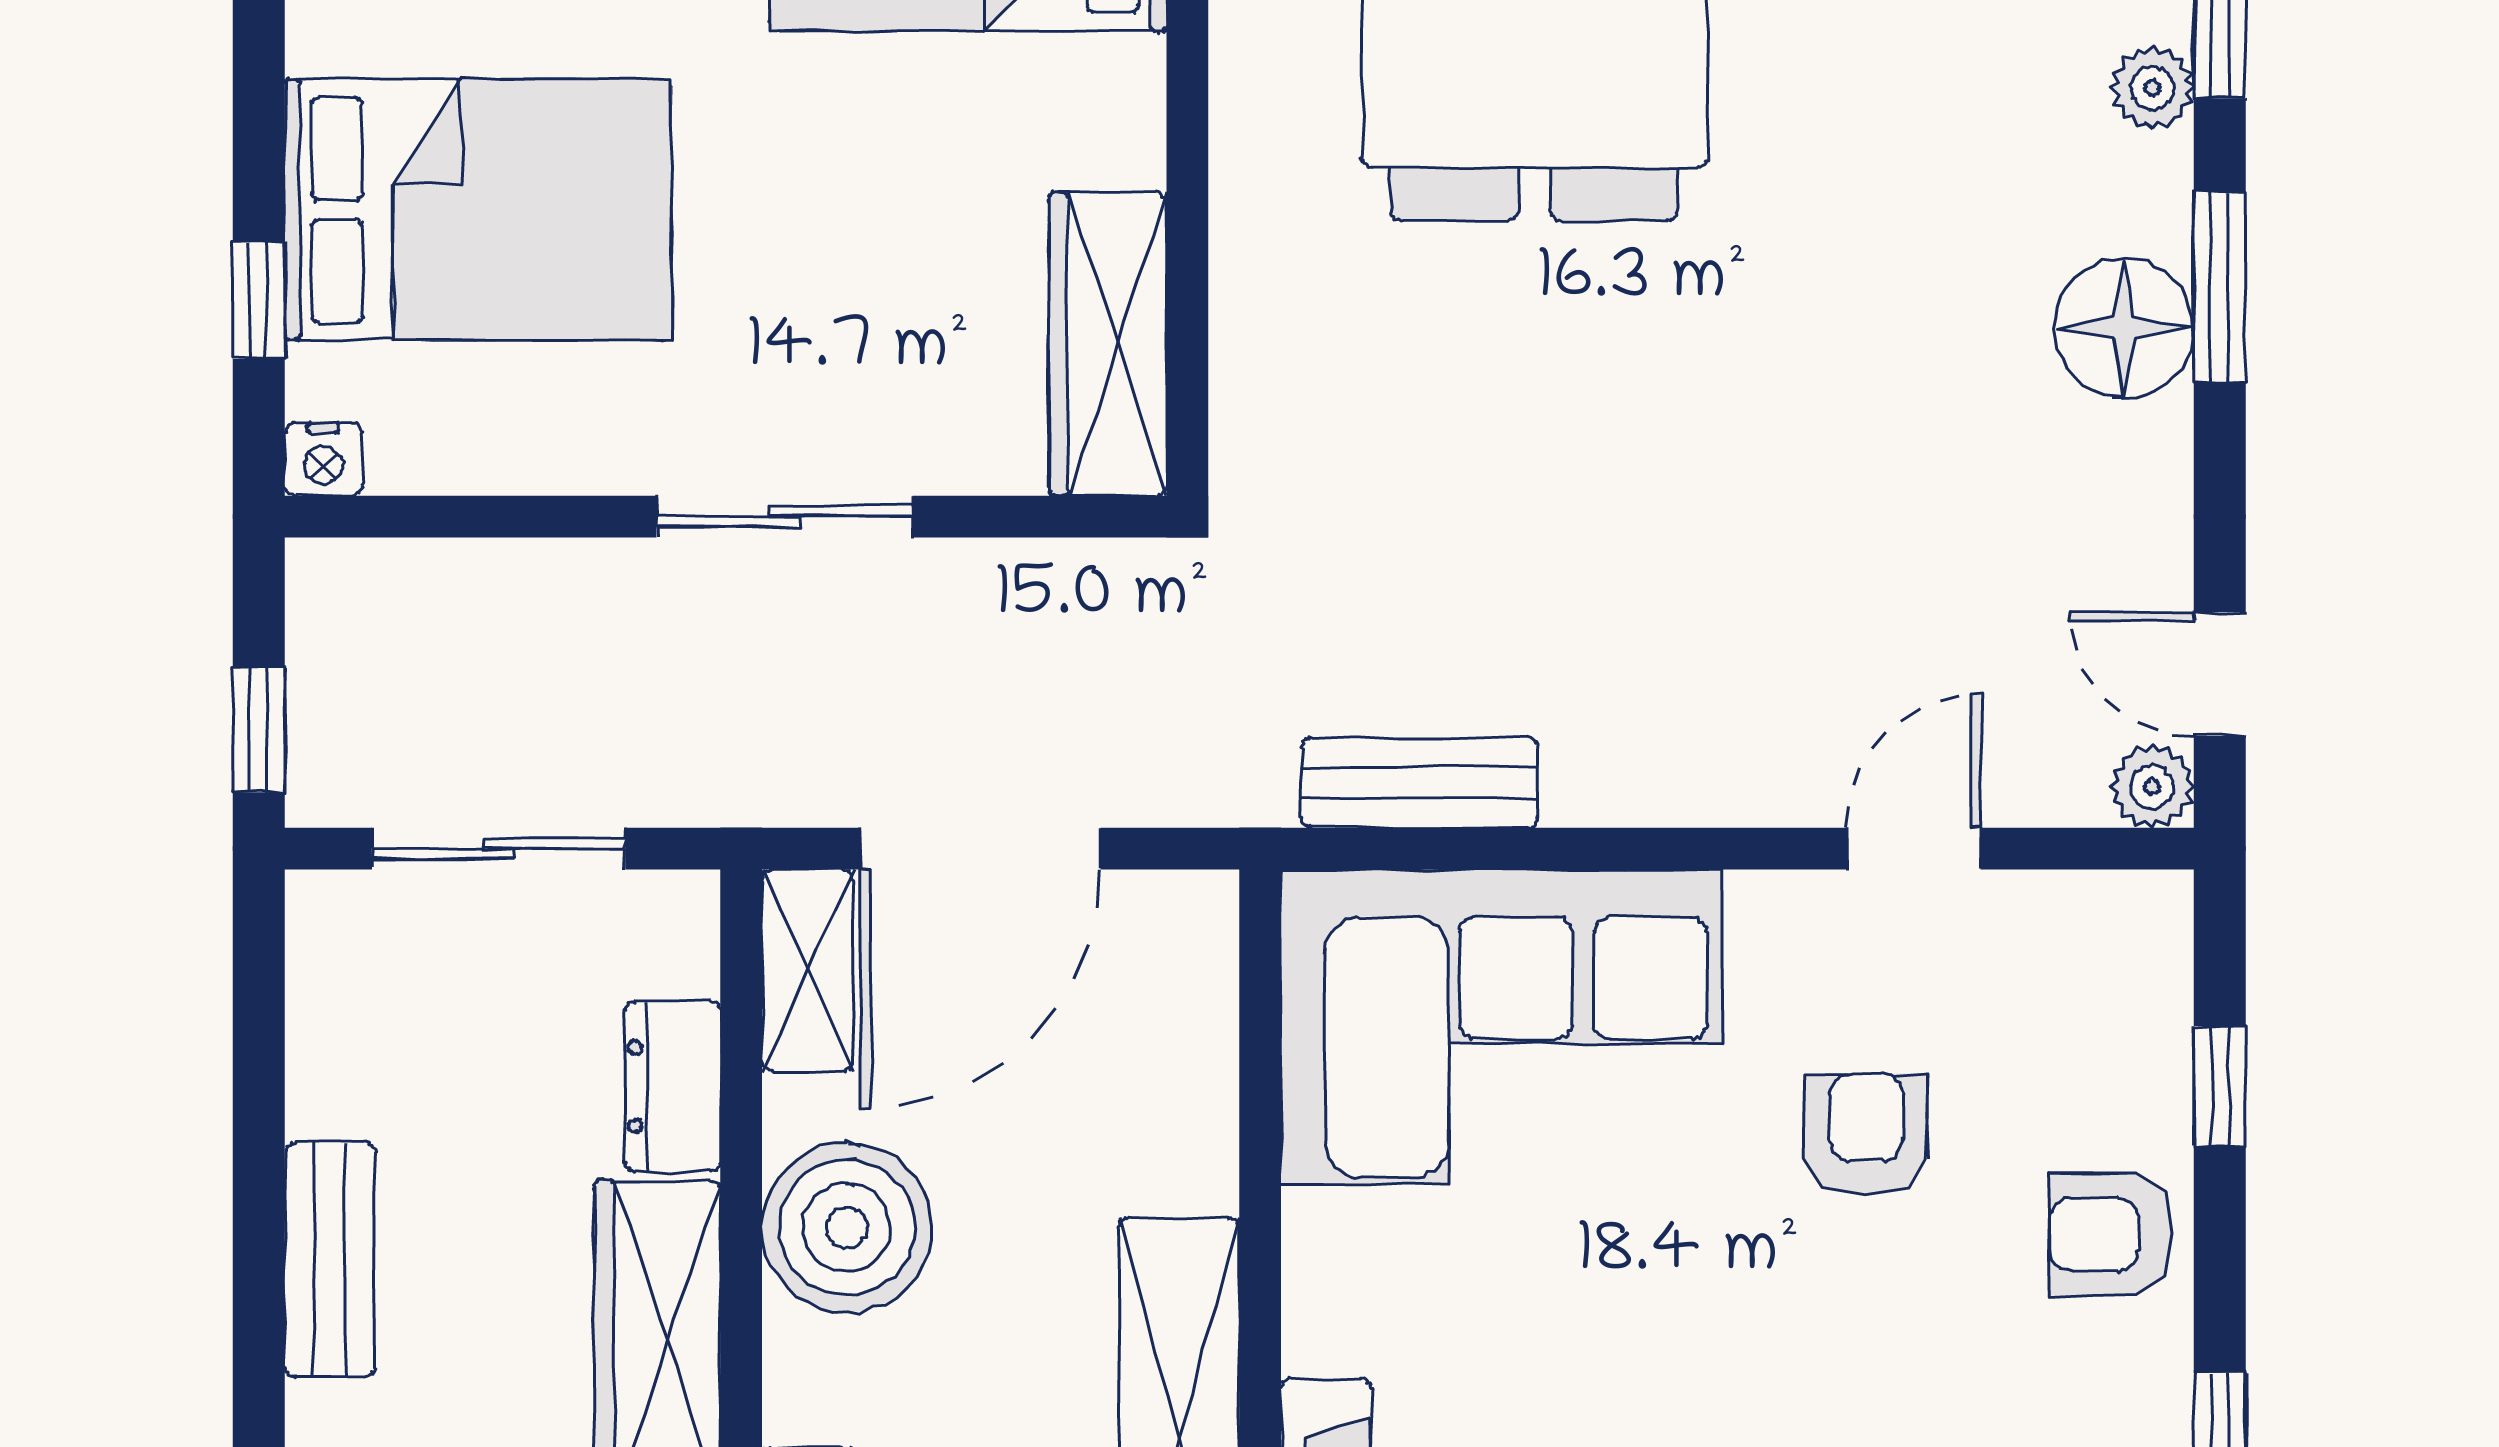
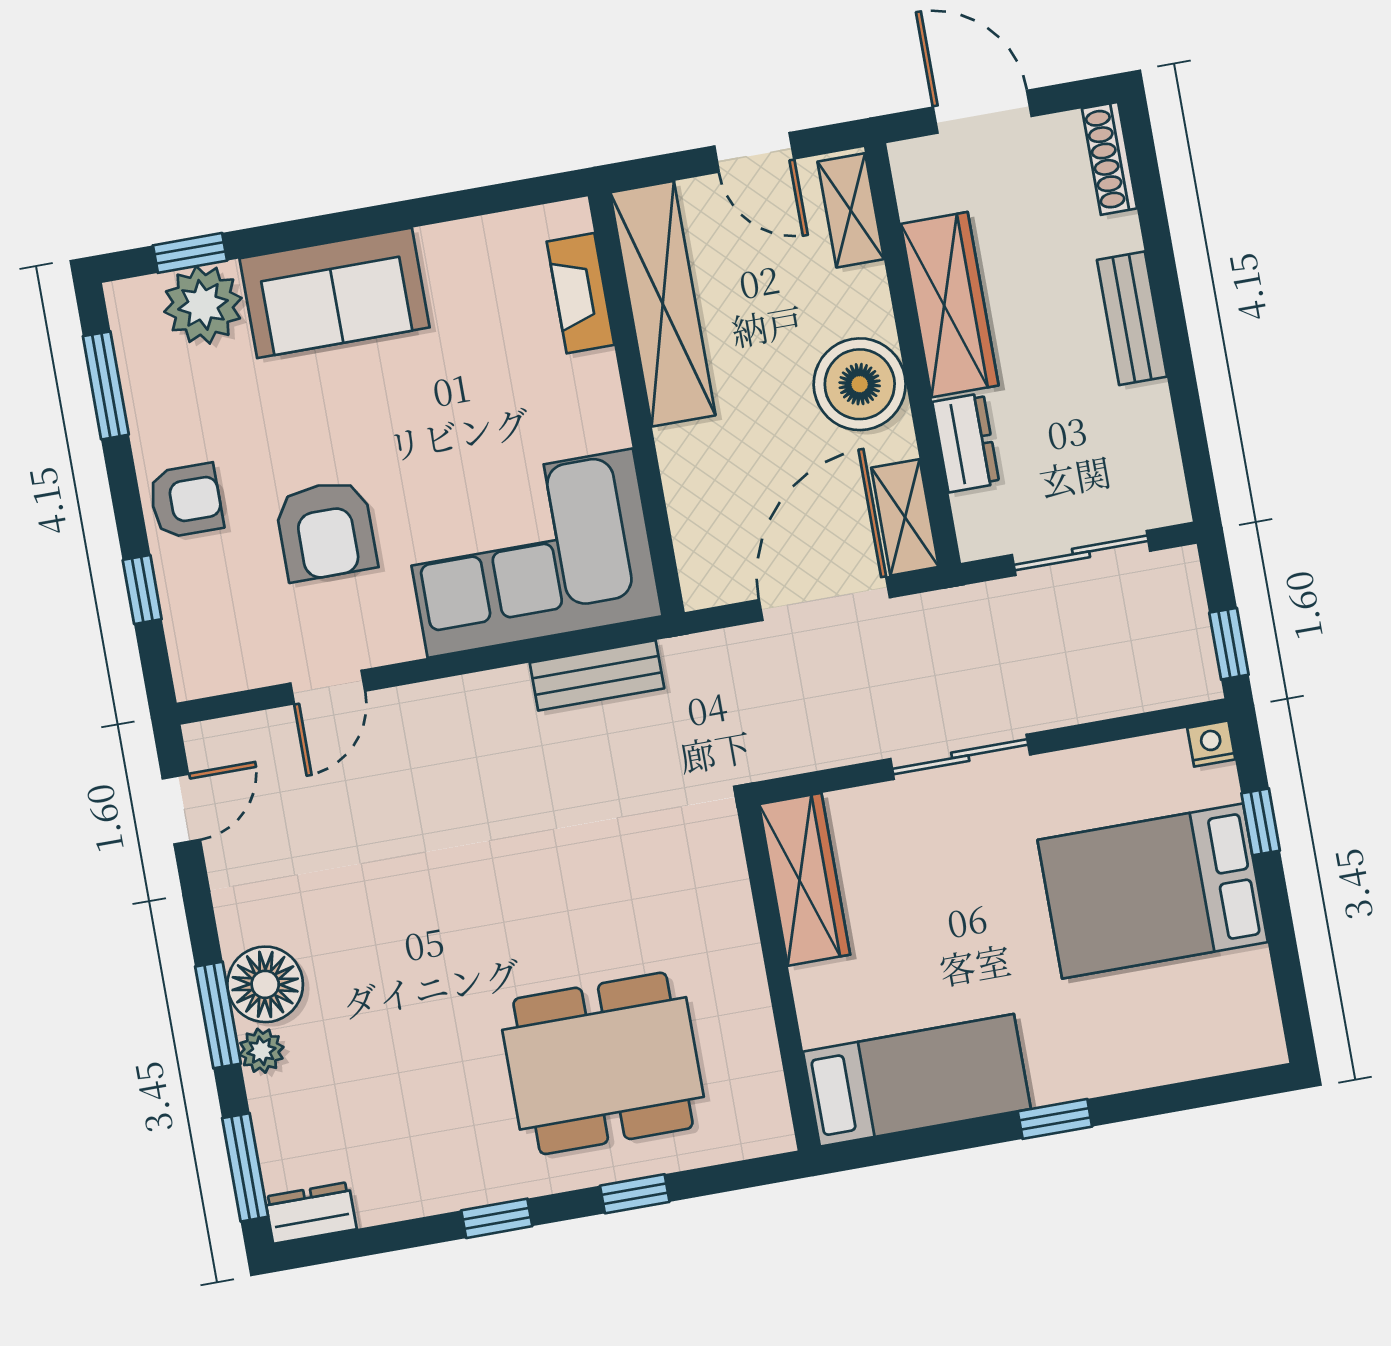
plant: (2152, 88) -> (261, 1051), moved
door: (2220, 674) -> (181, 809), hinge flipped
window: (259, 729) -> (1229, 644), moved
plant: (2152, 786) -> (207, 743), removed
armchair: (1866, 1134) -> (326, 530), width x1.38, depth x1.38

